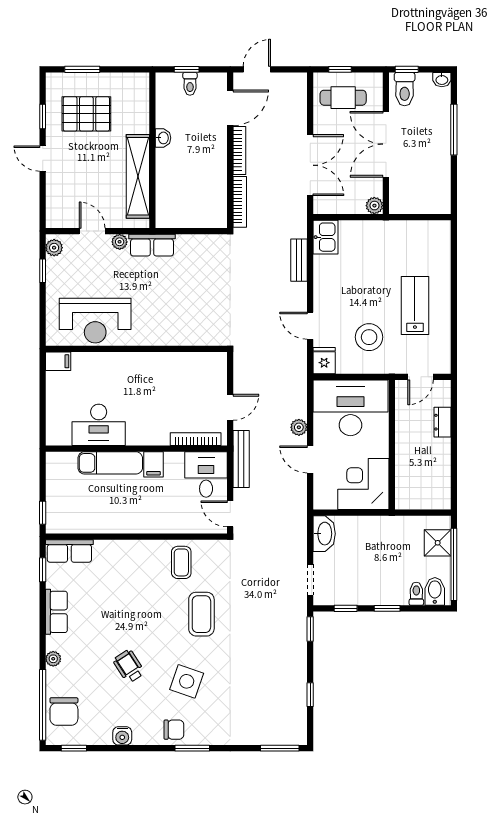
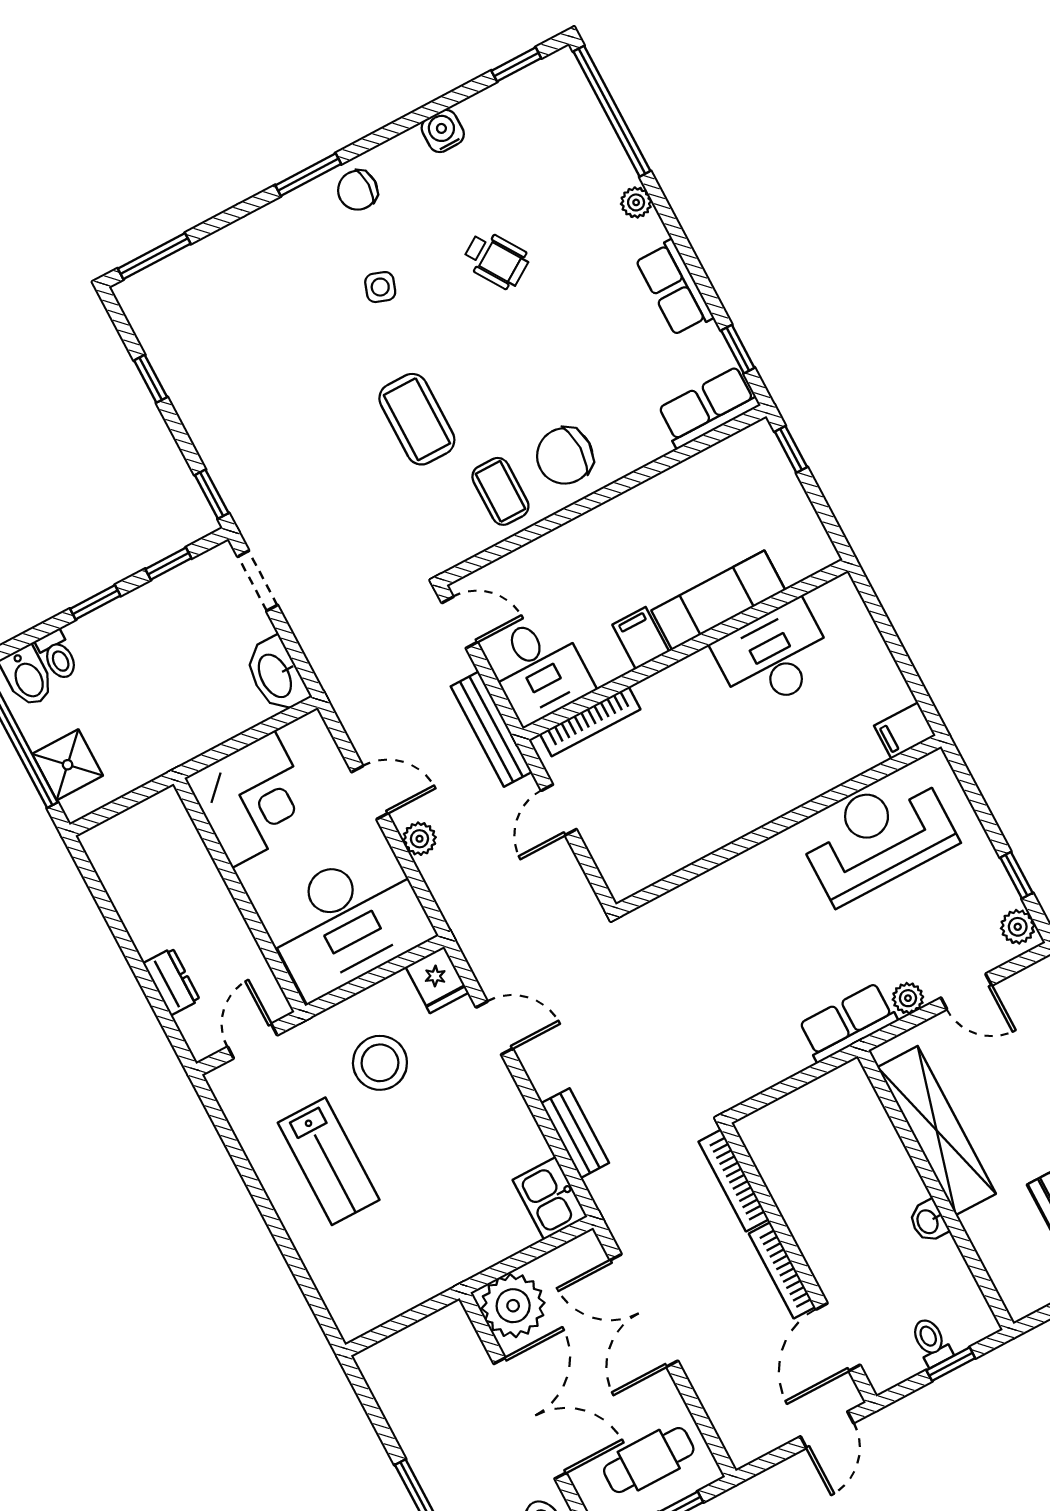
plant: (374, 206) -> (513, 1306), width x1.88, depth x1.88
side table: (187, 681) -> (380, 287), width x0.54, depth x0.54
chair: (64, 711) -> (565, 456), moved, turned -90

